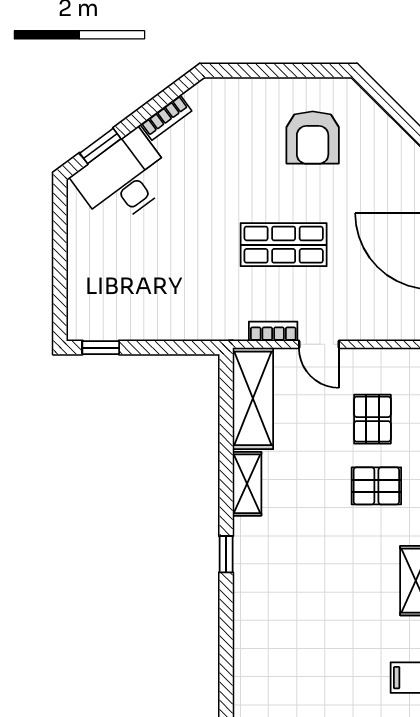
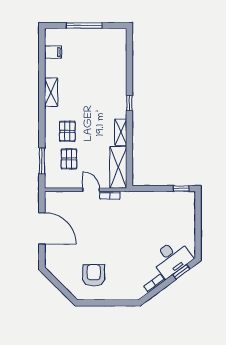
shop shelf: (284, 245) -> (106, 231), removed
pallet: (376, 486) -> (67, 131), turned 90

